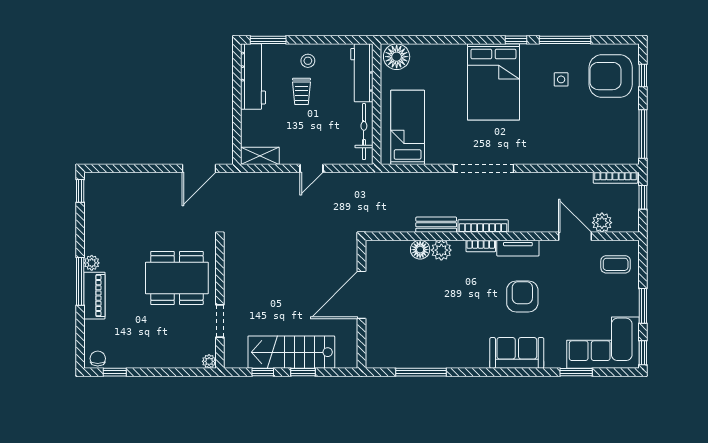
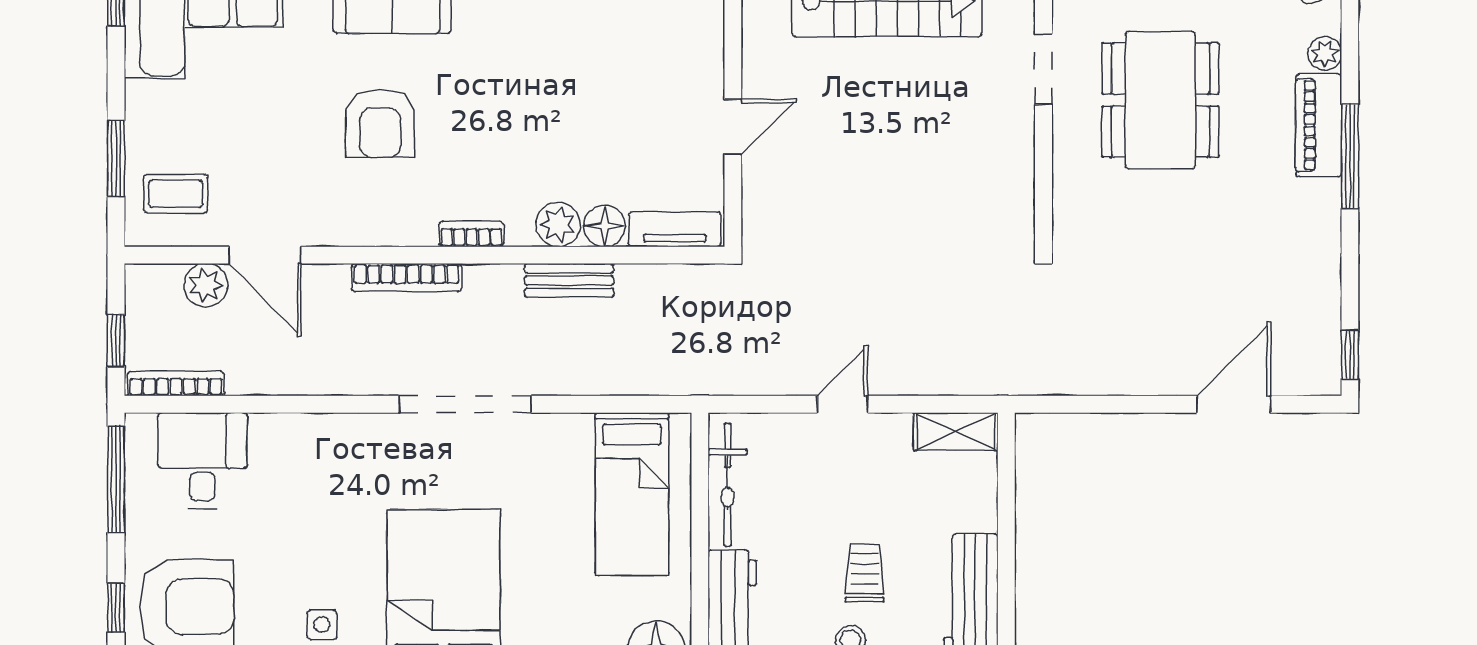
side table: (561, 79) -> (322, 625), moved
desk: (603, 143) -> (203, 461), added
door: (199, 168) -> (1234, 404), moved
bookcase: (483, 226) -> (407, 278), moved
tv unit: (518, 248) -> (675, 229), moved
plant: (92, 263) -> (1325, 54), moved
dining table: (177, 278) -> (1160, 100), moved, turned 90
door: (362, 295) -> (733, 127), width x0.53
window: (643, 306) -> (116, 158), moved

